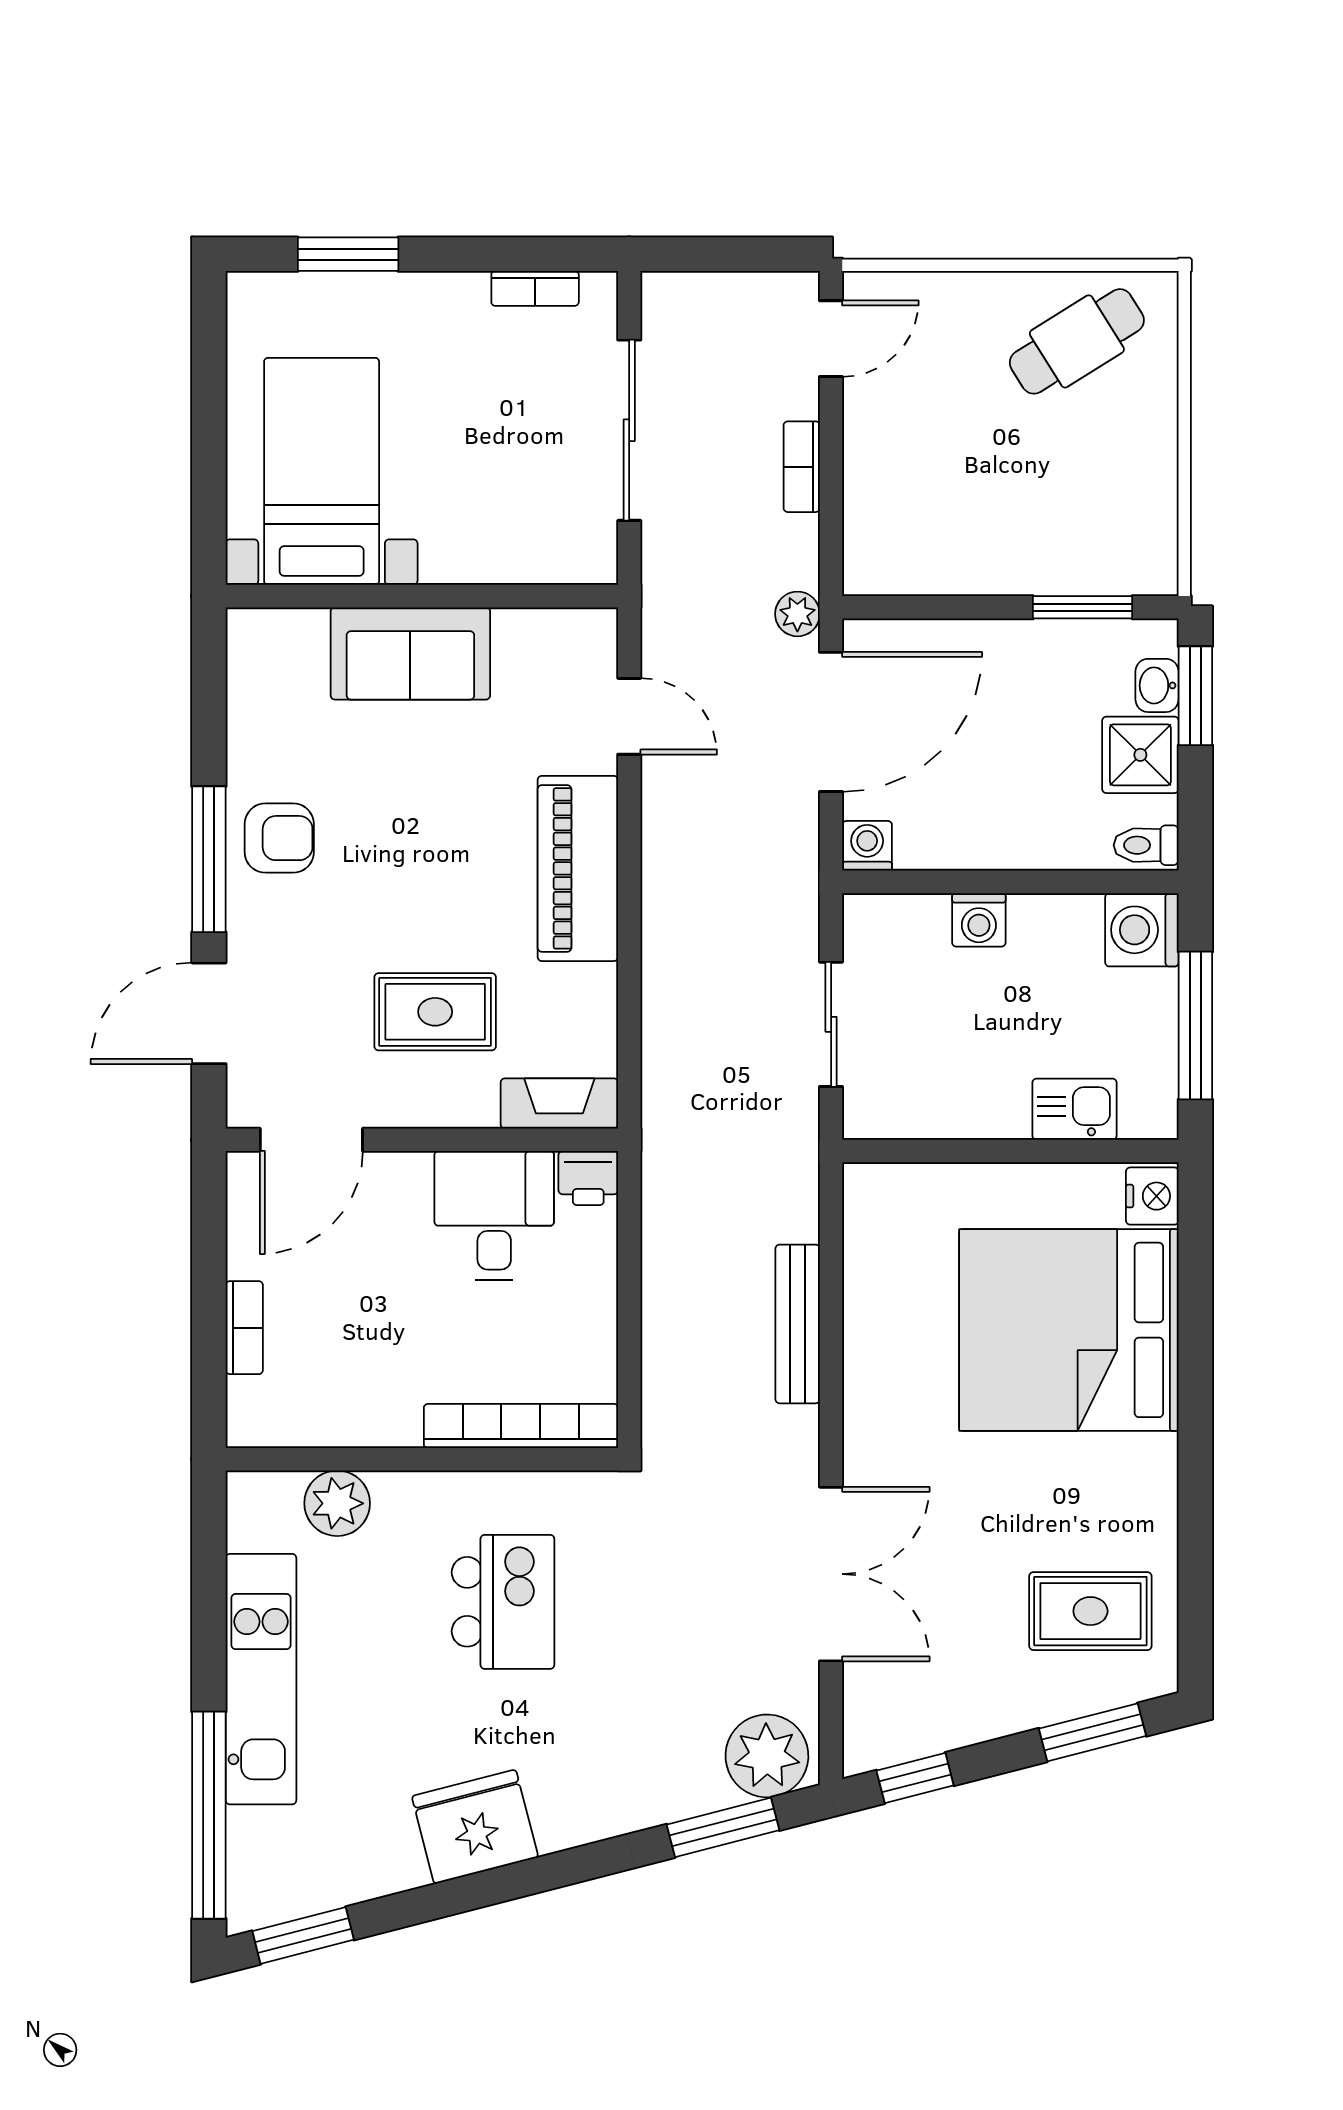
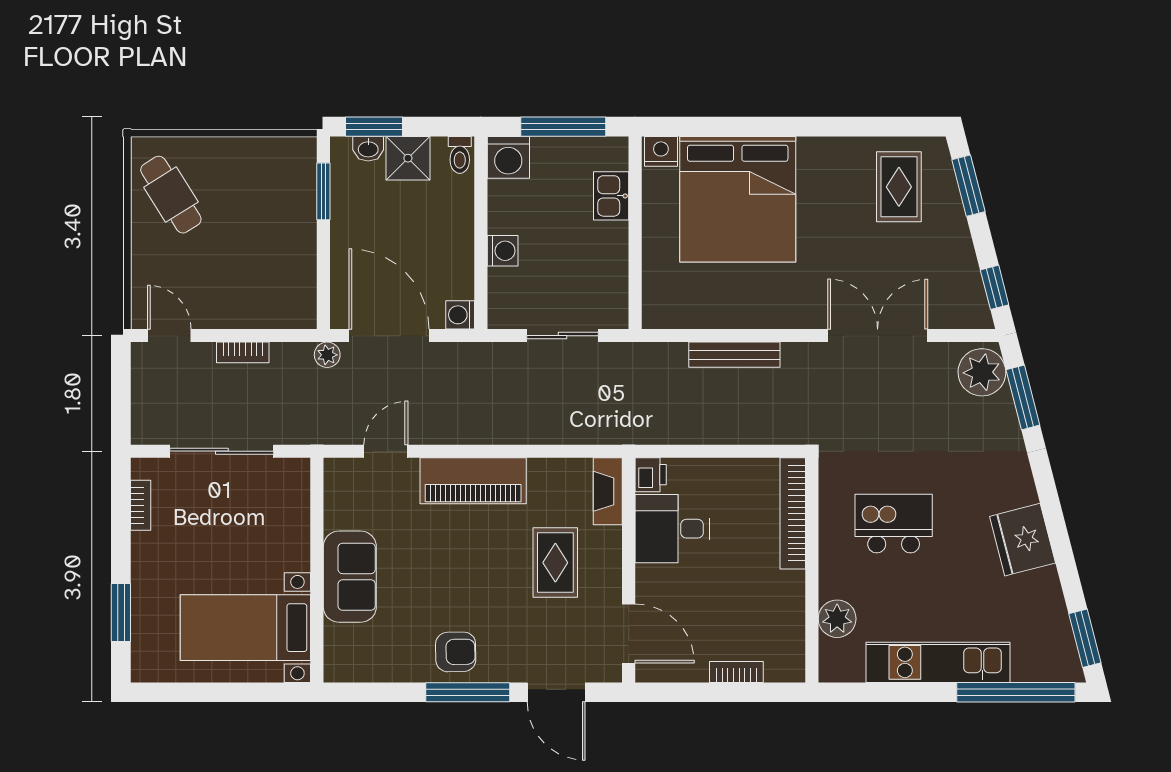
armchair: (279, 838) -> (456, 652), turned 89

